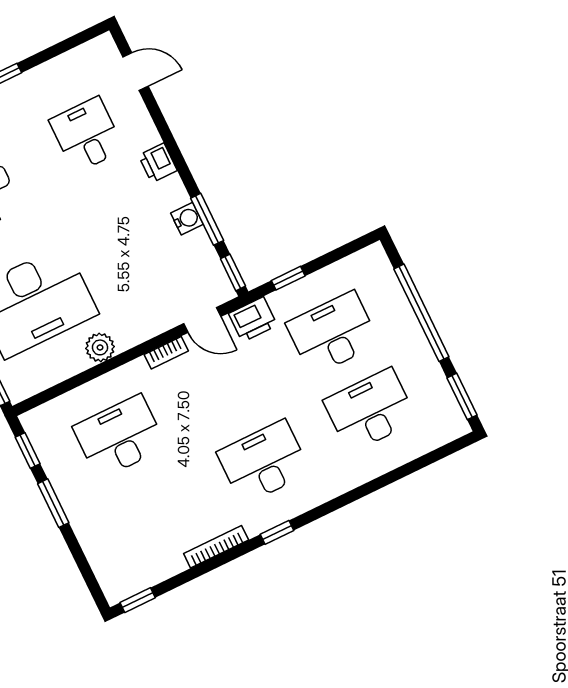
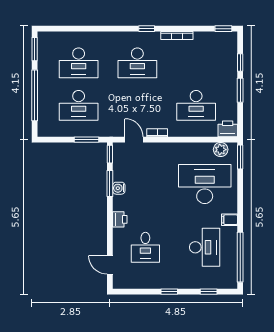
window: (288, 278) -> (87, 140), width x1.50
printer: (253, 319) -> (228, 129), moved
plant: (100, 347) -> (221, 150), moved
window: (28, 450) -> (240, 63), moved

